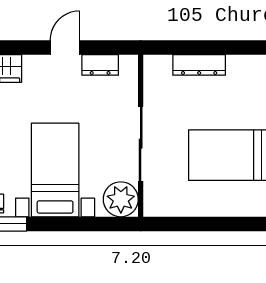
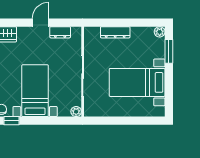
plant: (121, 199) -> (76, 112), width x0.53, depth x0.53

